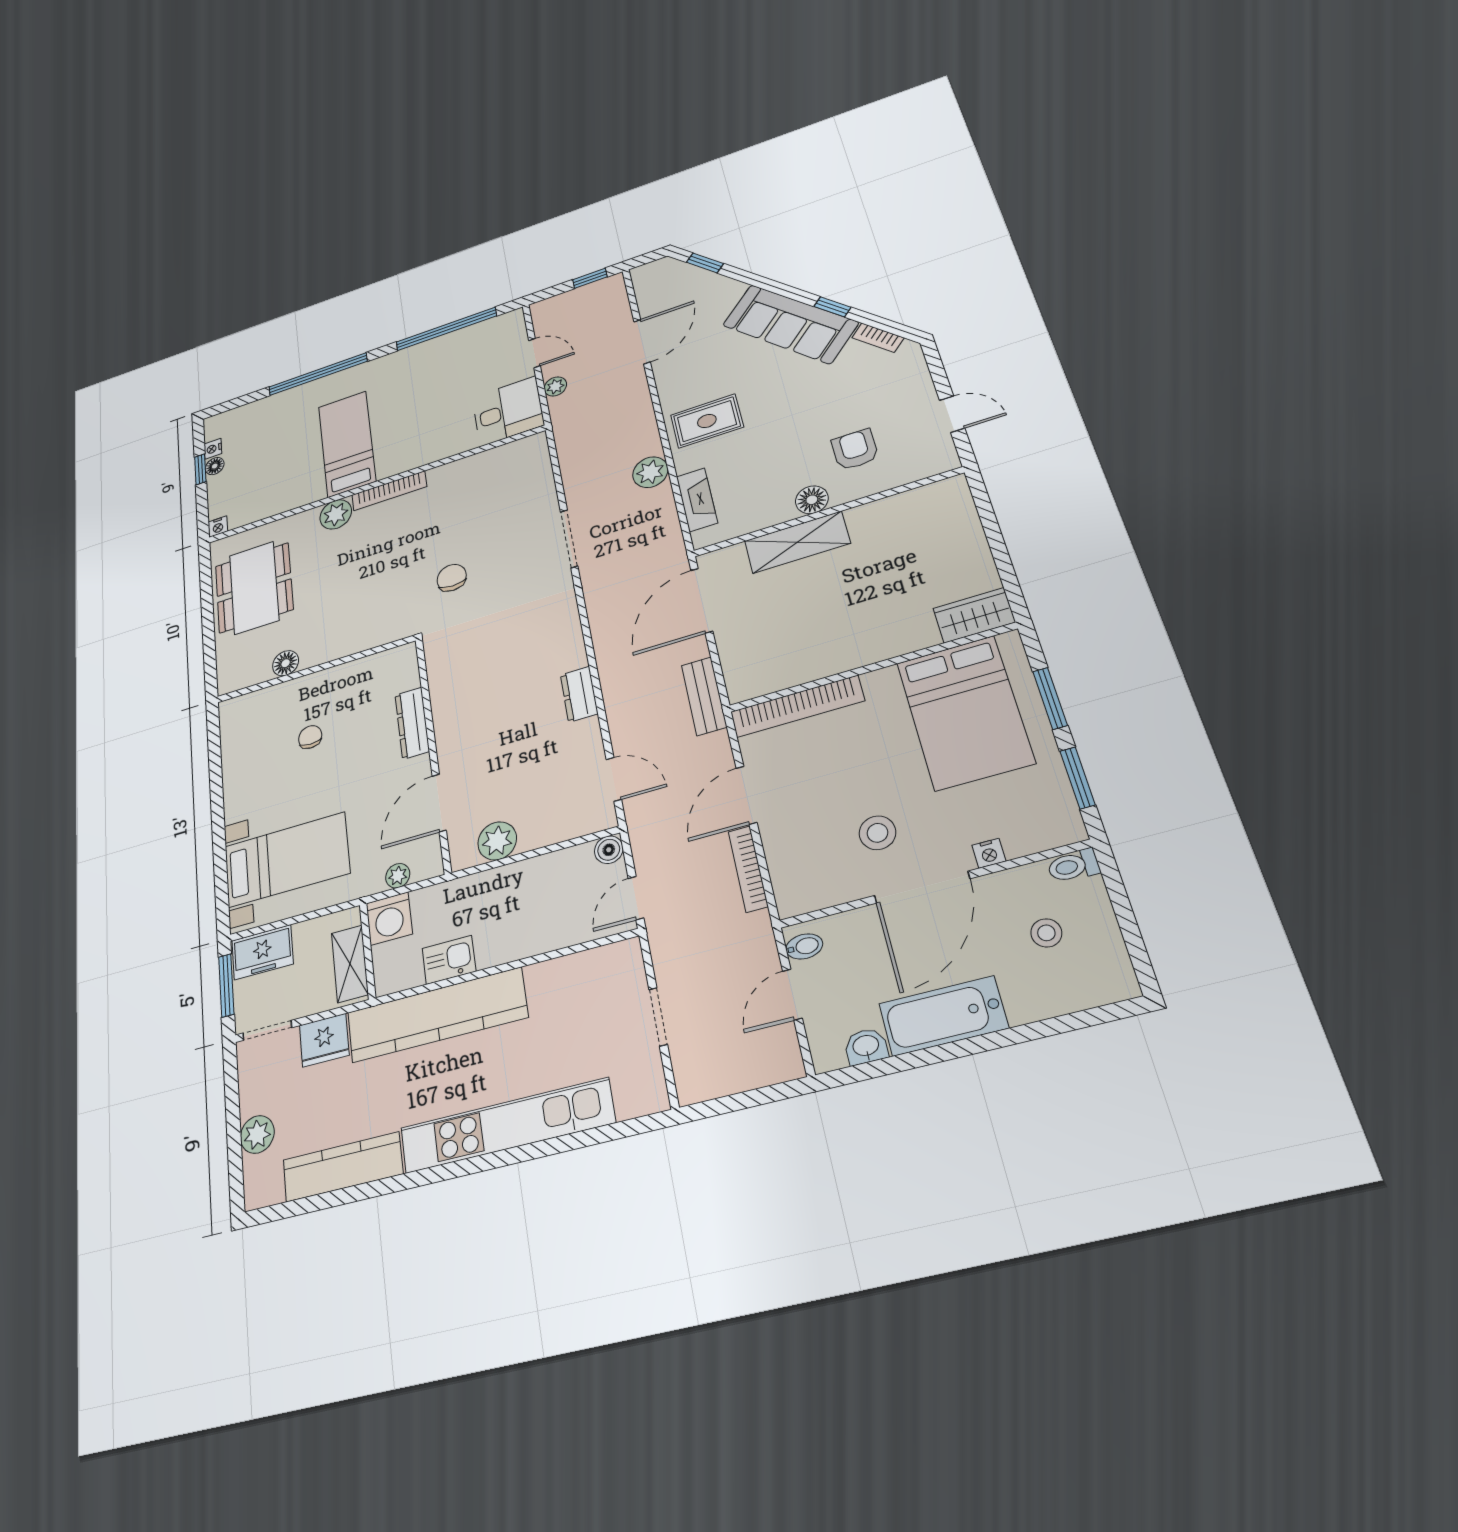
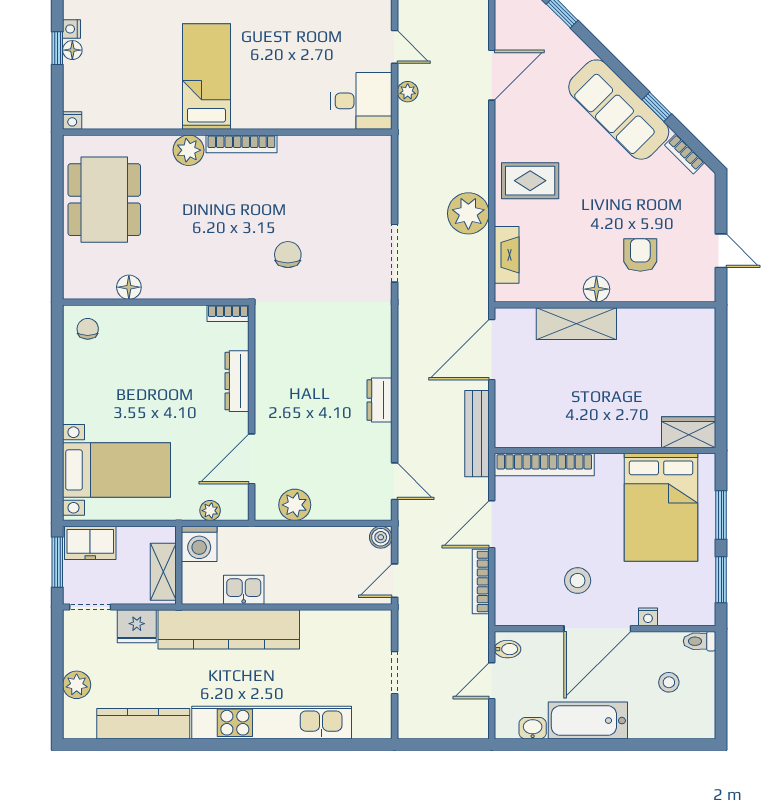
plant: (650, 472) -> (468, 213), width x1.36, depth x1.36
bookcase: (394, 656) -> (228, 313), added
bench: (704, 696) -> (477, 434), width x1.36
chair: (310, 737) -> (88, 329), moved

